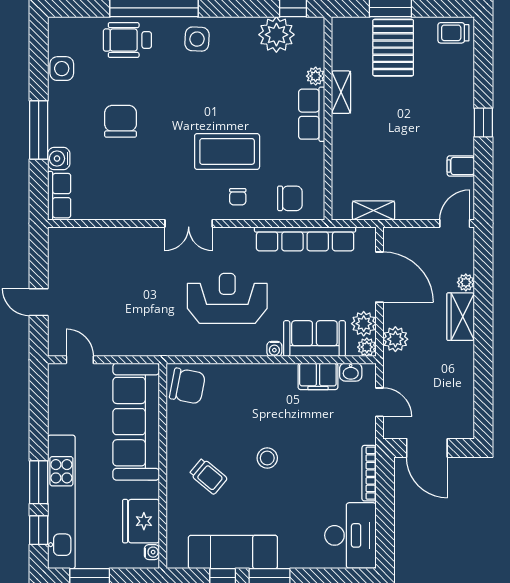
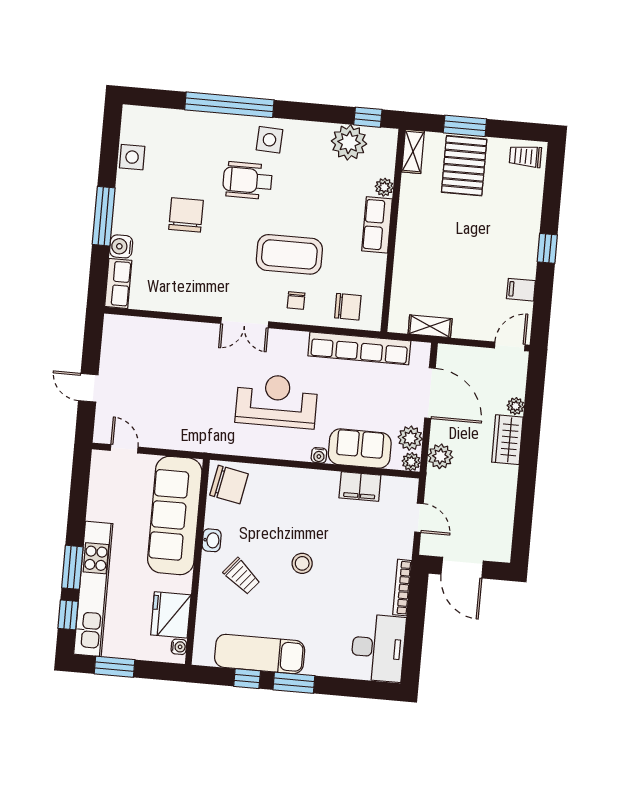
wheelchair: (127, 40) -> (247, 180), moved
shelving: (341, 92) -> (413, 152), moved
washbasin: (351, 372) -> (212, 540), moved, turned -90

